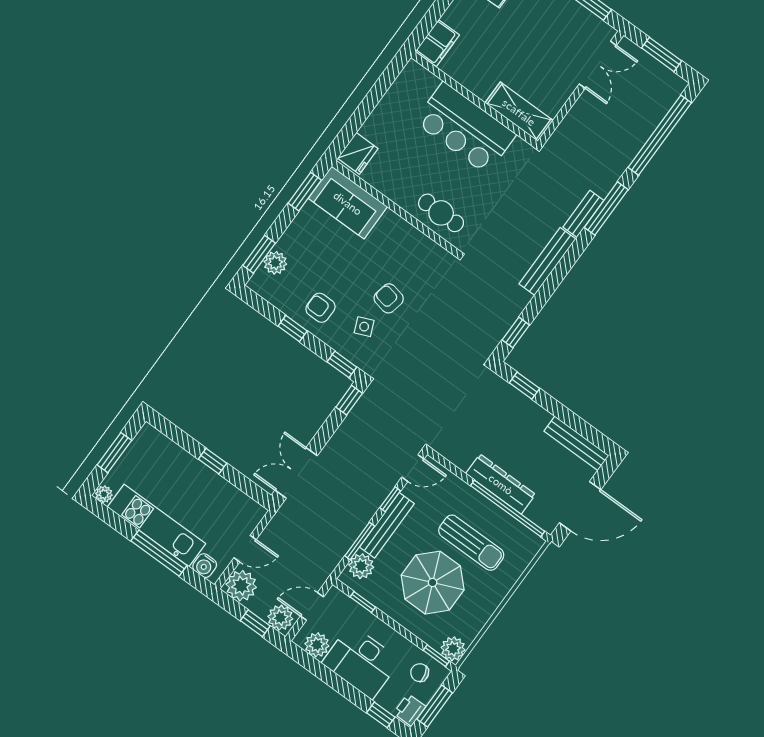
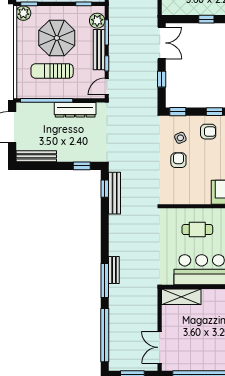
cafe table: (441, 213) -> (197, 230), moved
bench: (547, 261) -> (115, 193), moved
armchair: (389, 298) -> (178, 160), turned -101
window: (349, 400) -> (162, 79), moved
dresser: (501, 484) -> (75, 110), moved

